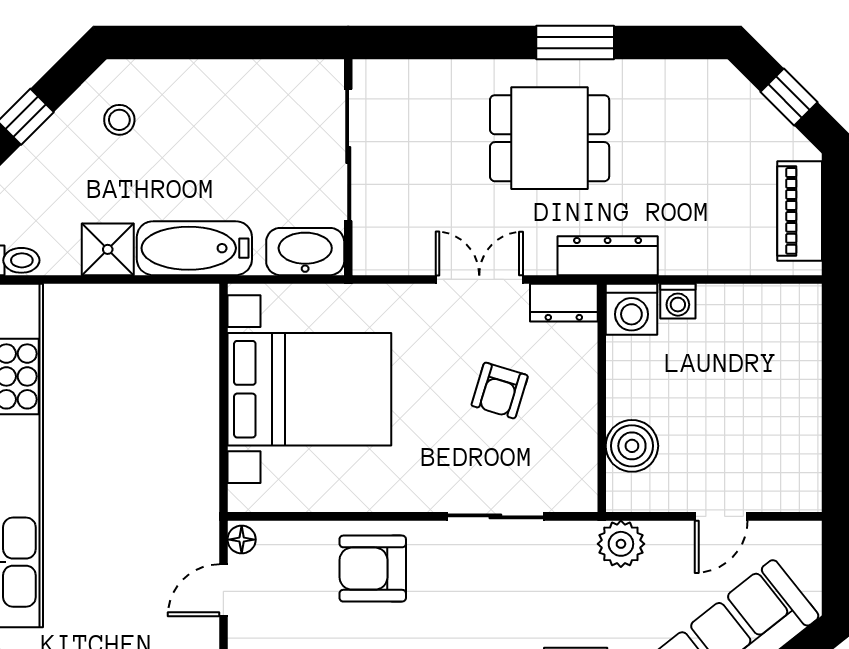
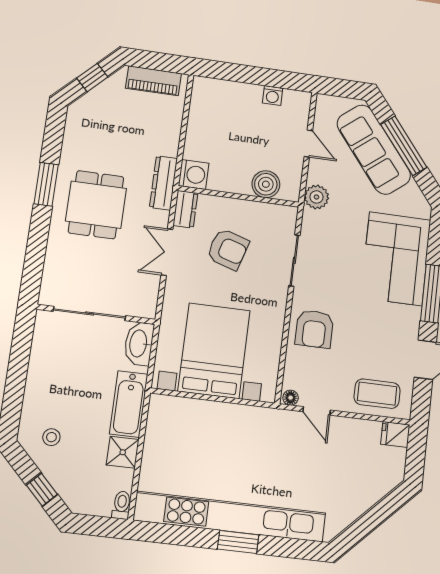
washing machine: (678, 301) -> (273, 96), moved, turned 90
armchair: (500, 391) -> (228, 249), width x1.38, depth x1.38

